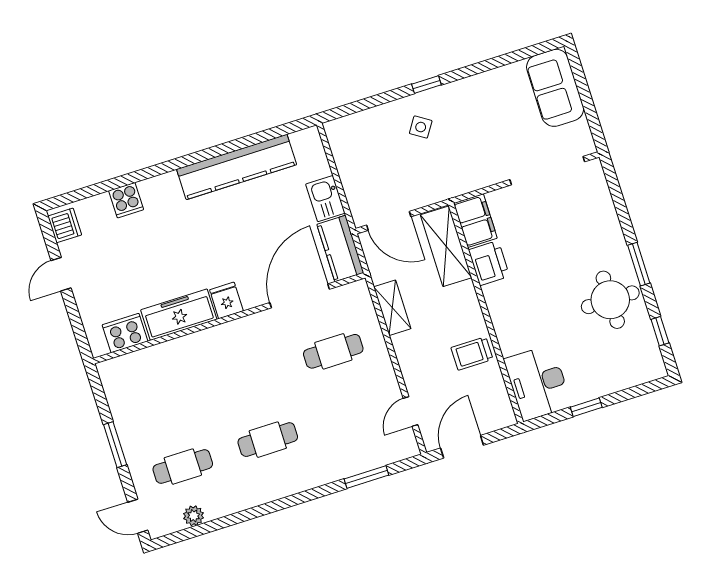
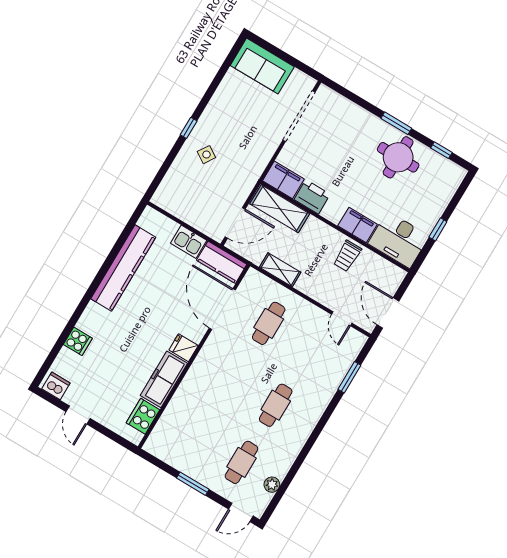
filing cabinet: (510, 332) -> (358, 225), added

